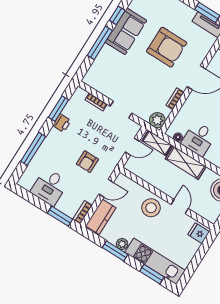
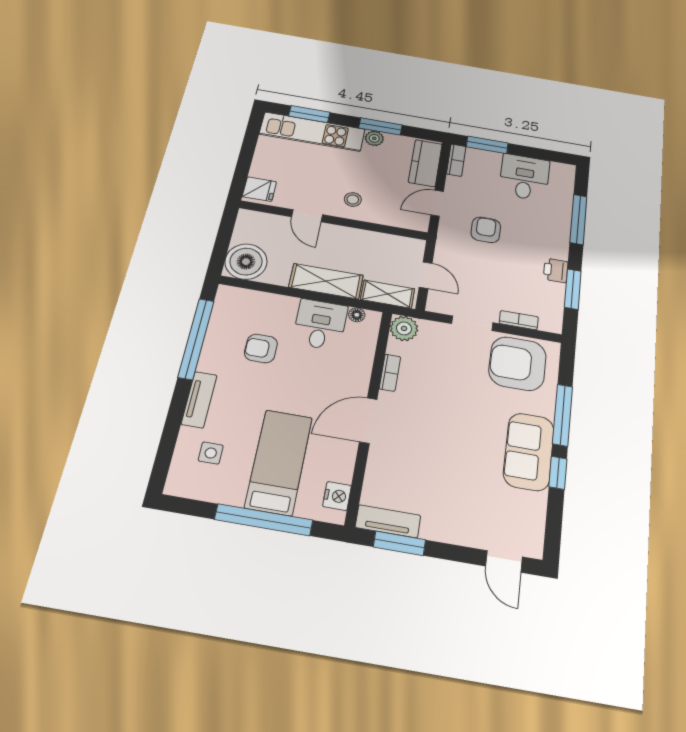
armchair: (167, 47) -> (517, 364), moved
door: (132, 147) -> (426, 275), swing flipped
stool: (151, 208) -> (353, 199), width x0.53, depth x0.53

